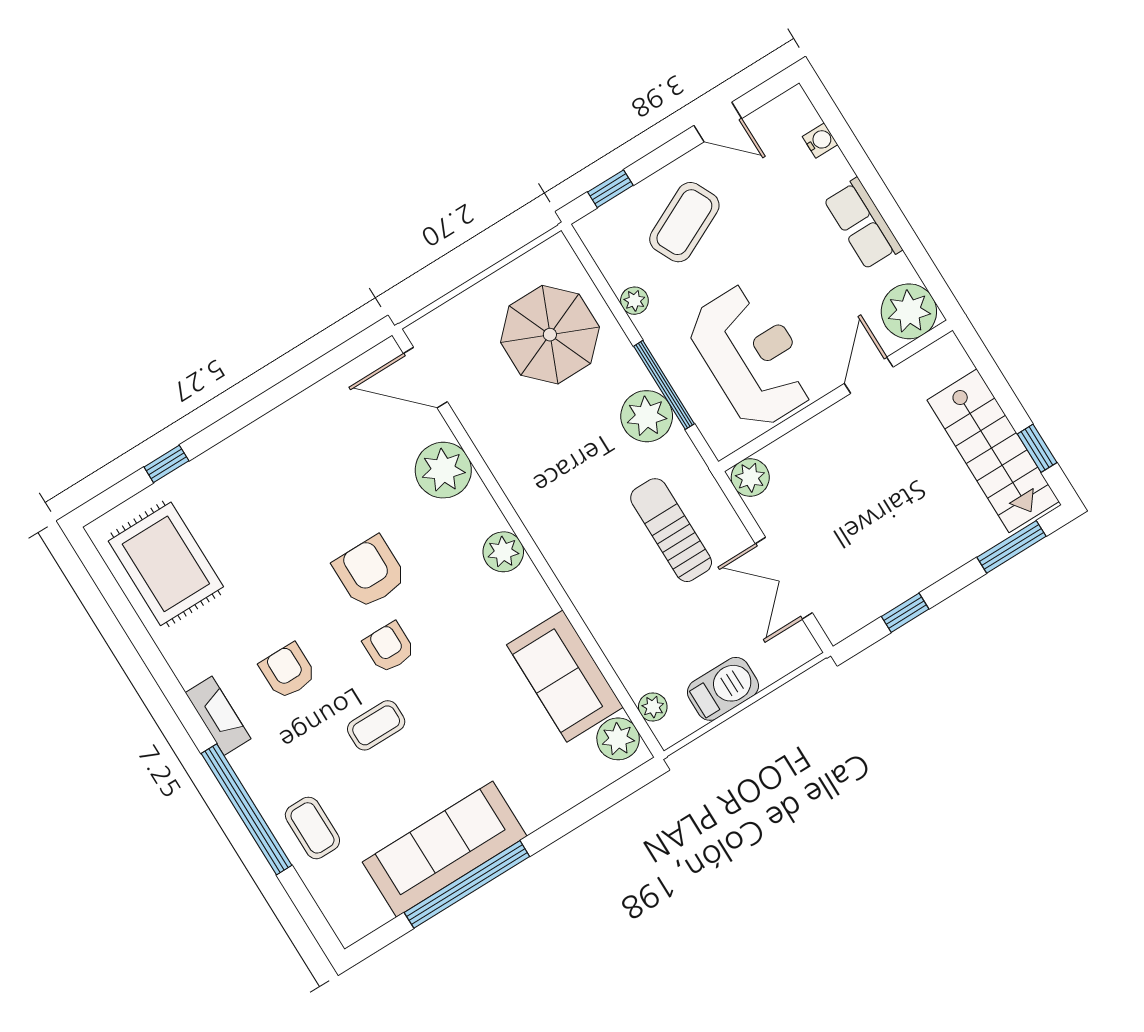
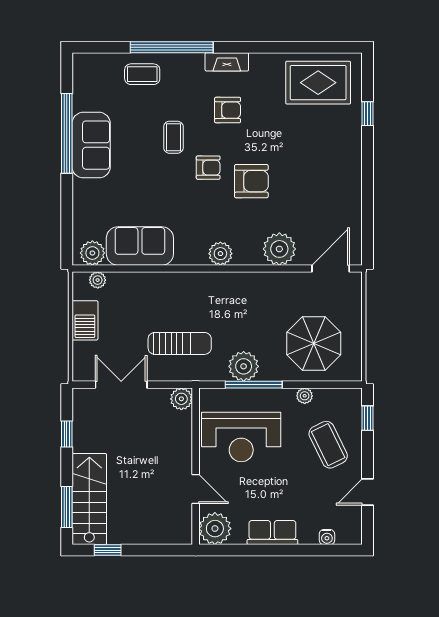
stairs: (993, 451) -> (89, 499), moved, turned 90
sofa: (445, 849) -> (91, 145), width x0.73

